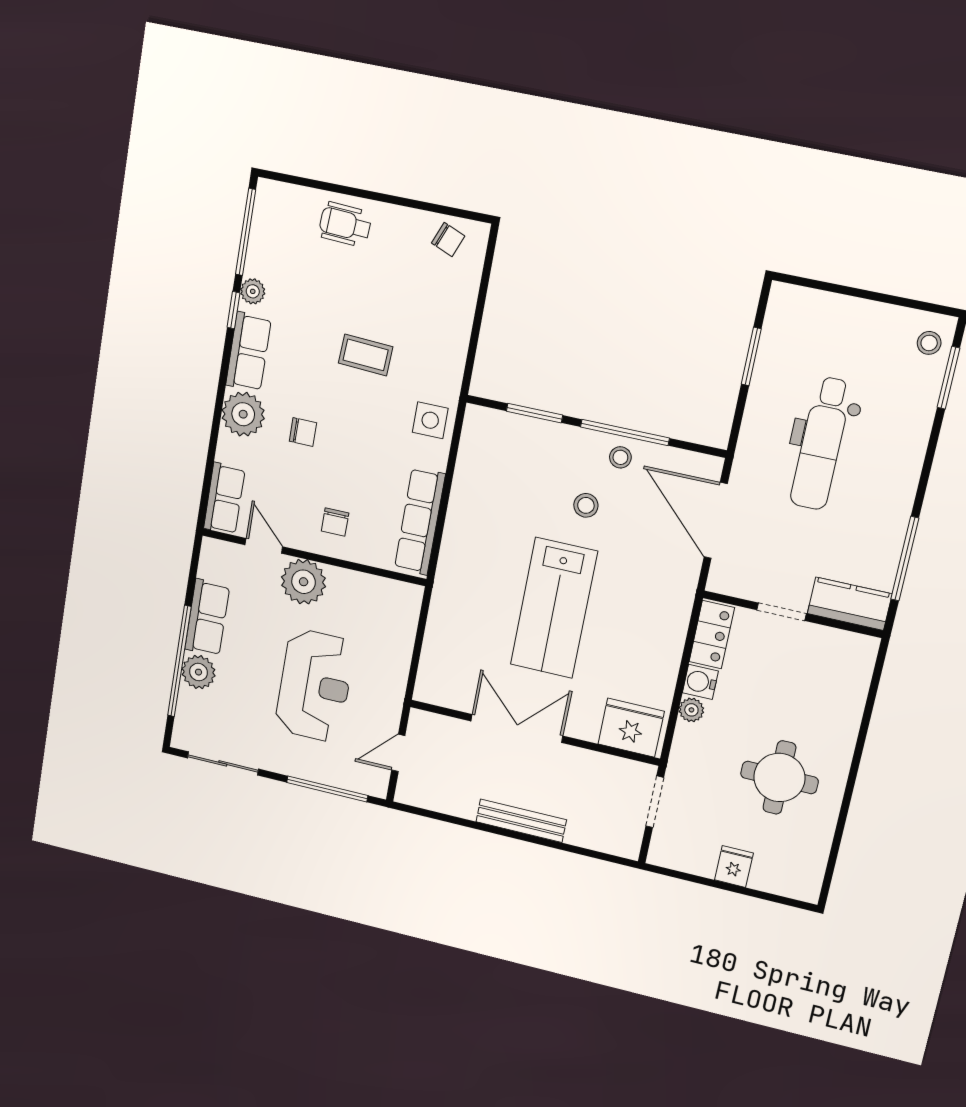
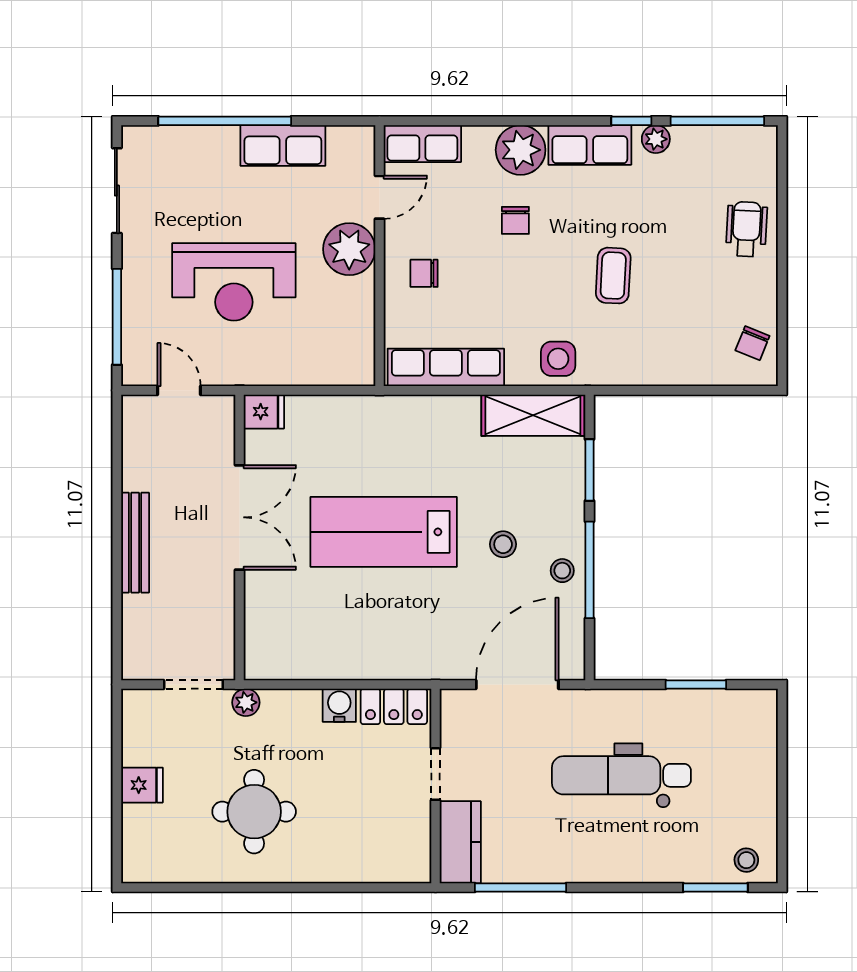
shelving: (476, 454) -> (533, 415), added
plant: (198, 672) -> (217, 145), removed
plant: (691, 710) -> (246, 702), moved
fridge: (631, 728) -> (264, 412), moved, width x0.53, depth x0.75

